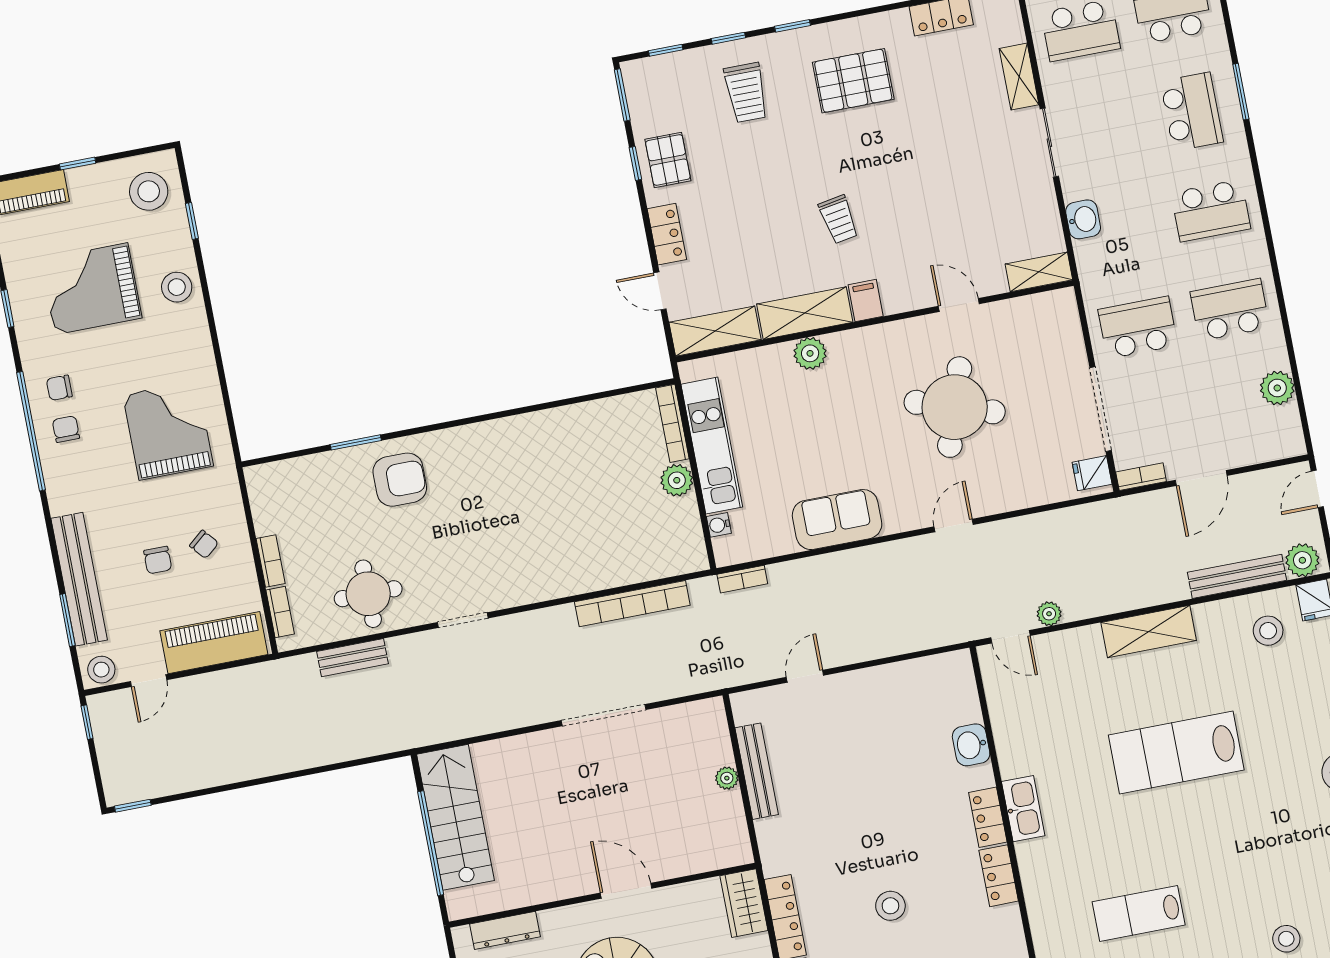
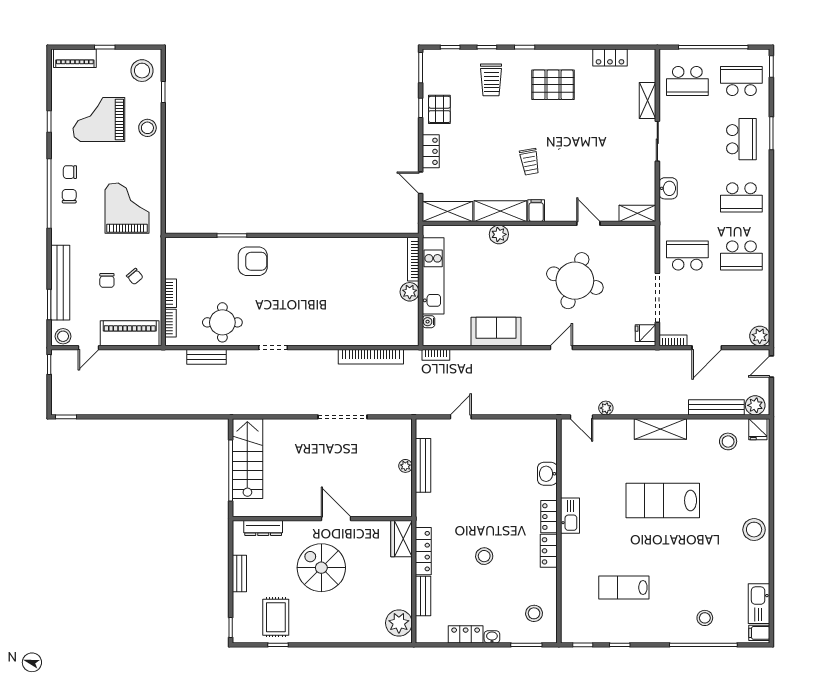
school desk: (1230, 310) -> (741, 256), turned 180
plant: (1277, 388) -> (760, 336), moved

